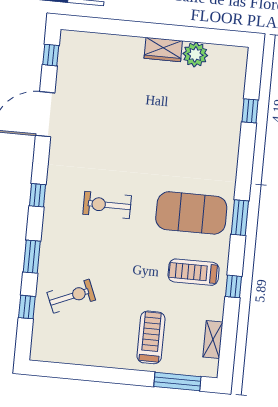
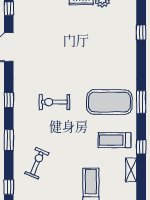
exercise bike: (71, 296) -> (37, 163), turned -44
window: (27, 307) -> (9, 187), moved
shelving: (213, 340) -> (131, 170), moved

